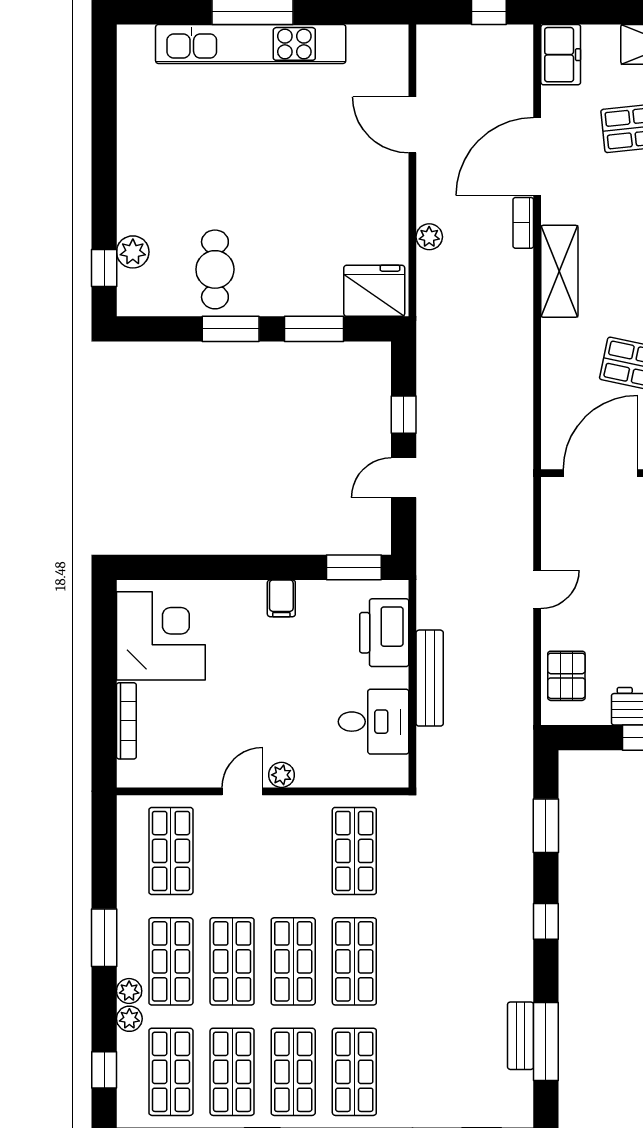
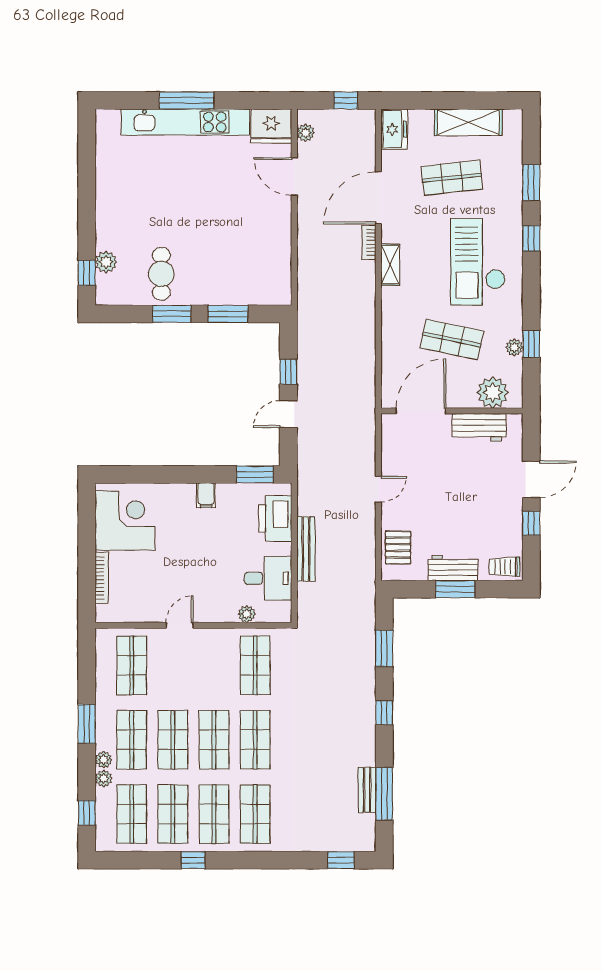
plant: (429, 237) -> (306, 133), moved
shelving: (559, 271) -> (390, 265), width x0.67, depth x0.75
fridge: (374, 291) -> (271, 126), moved, turned 180
plant: (281, 775) -> (247, 614), moved

